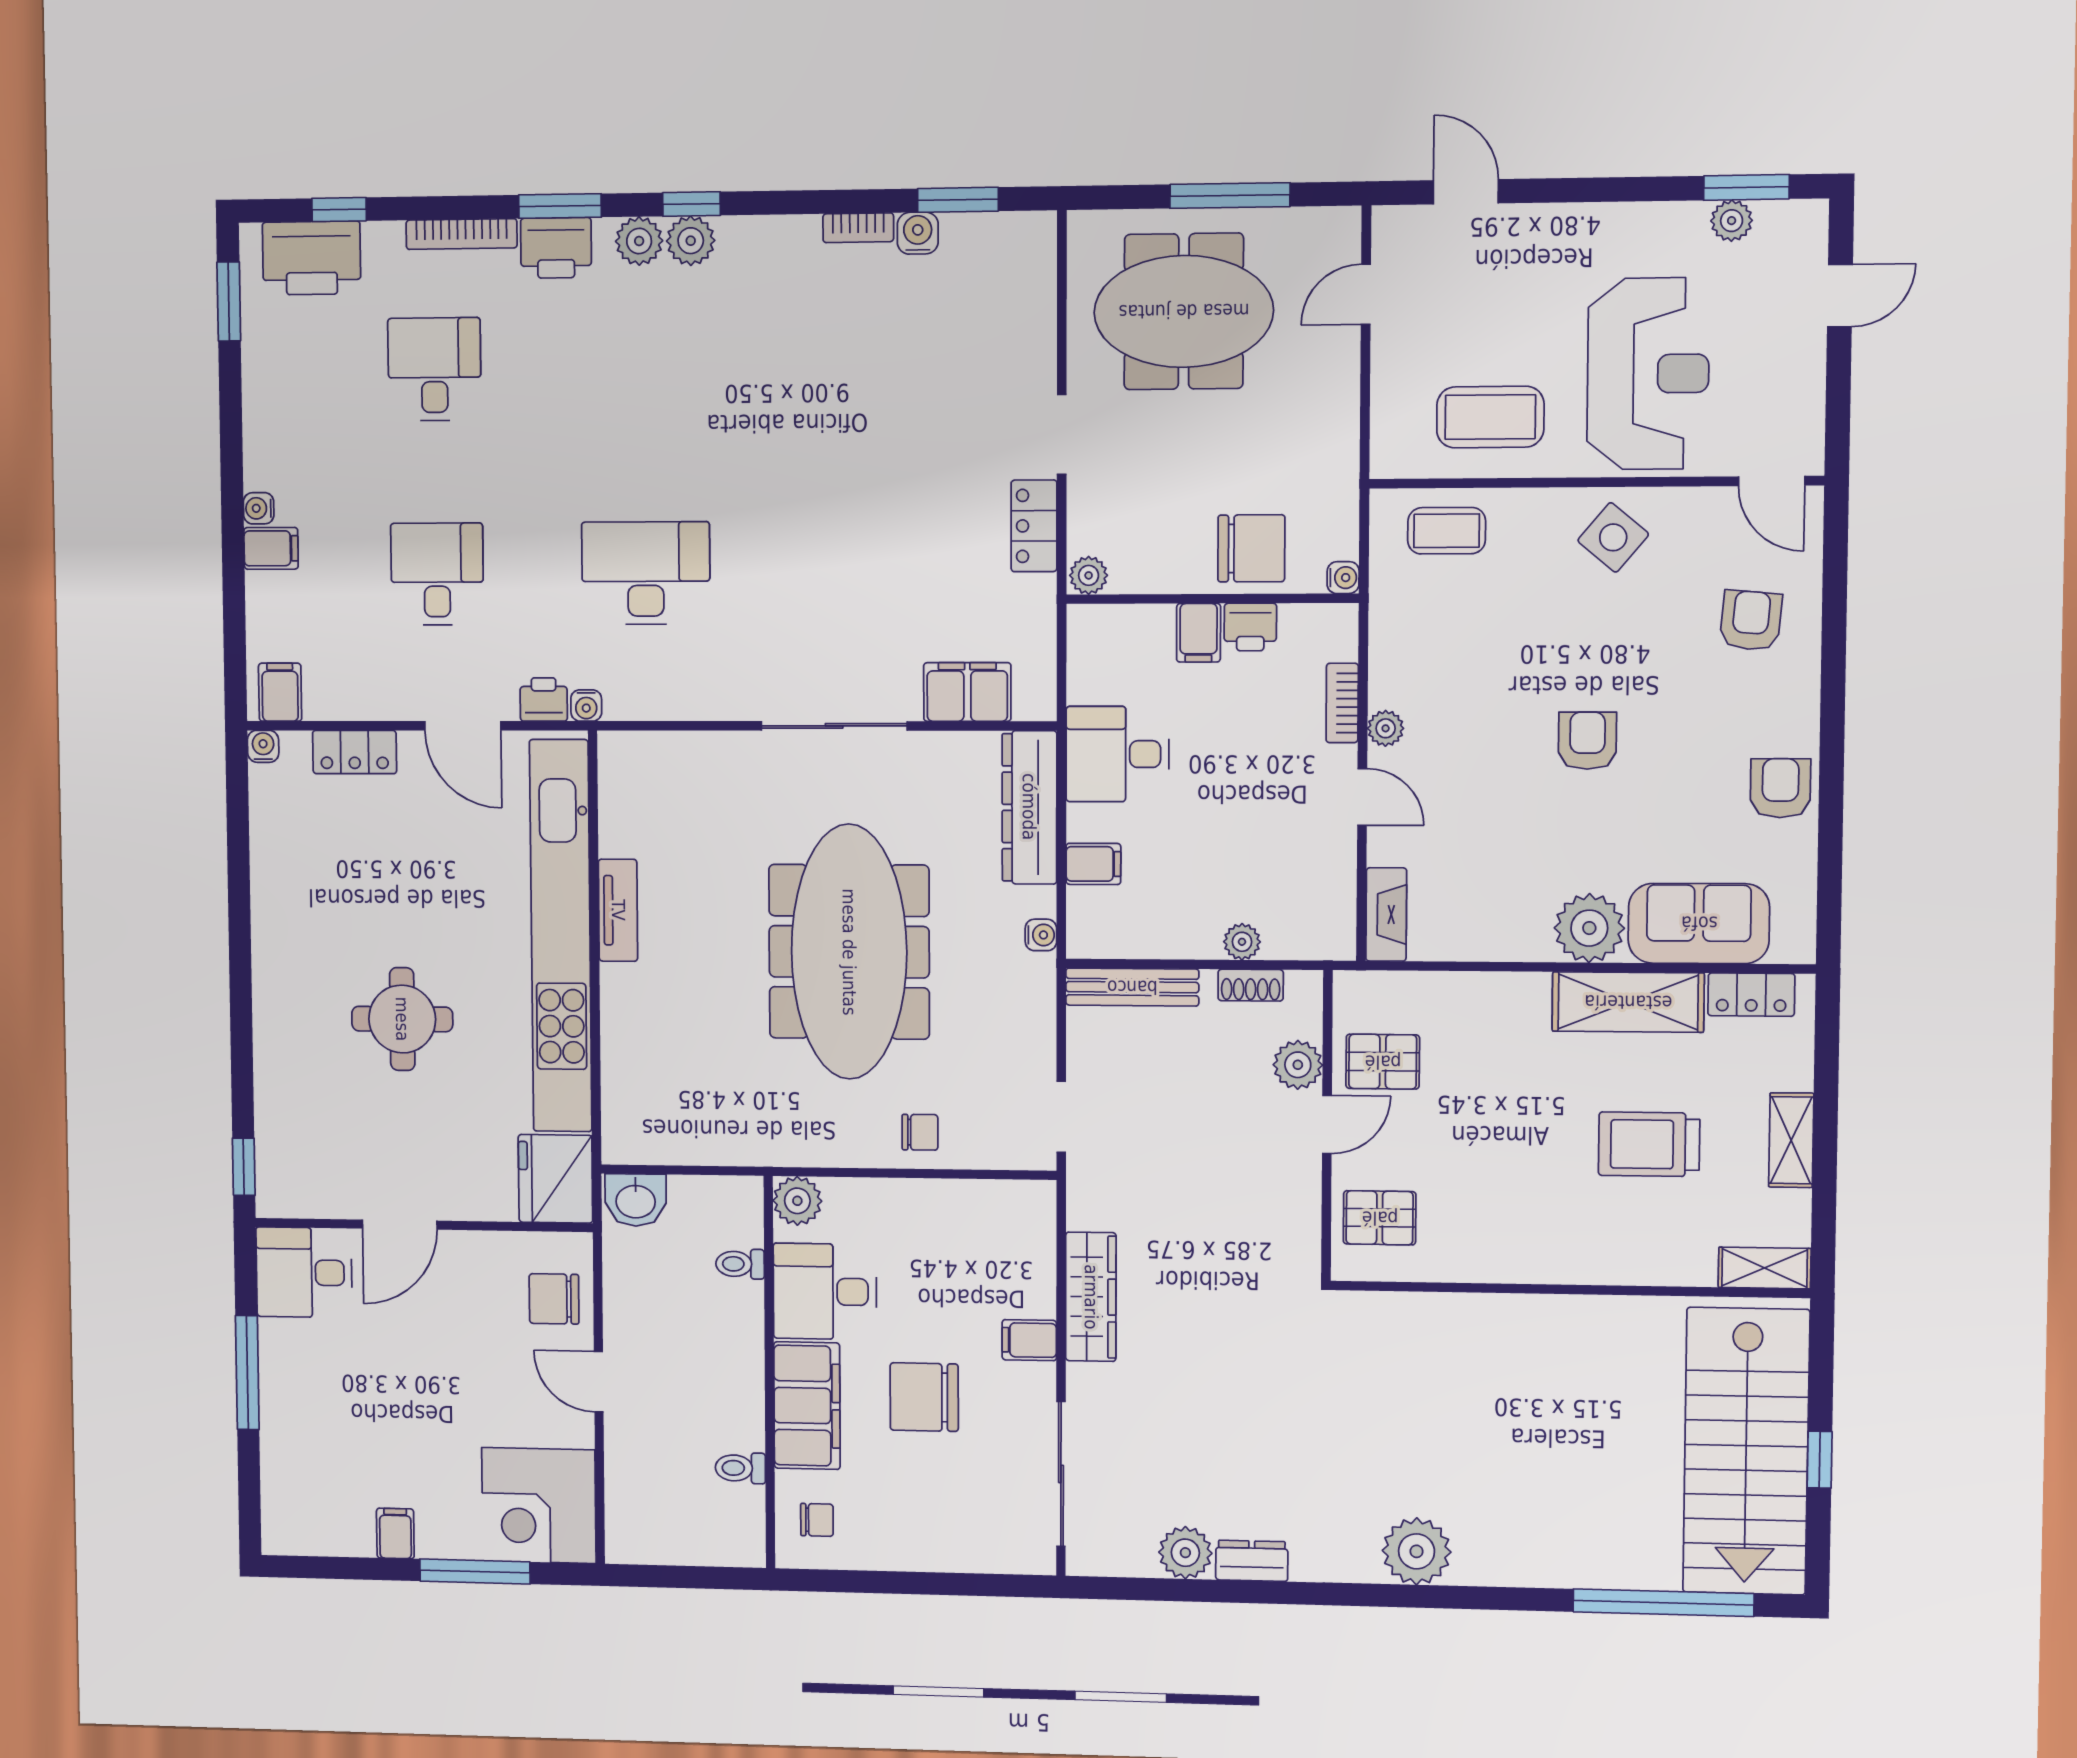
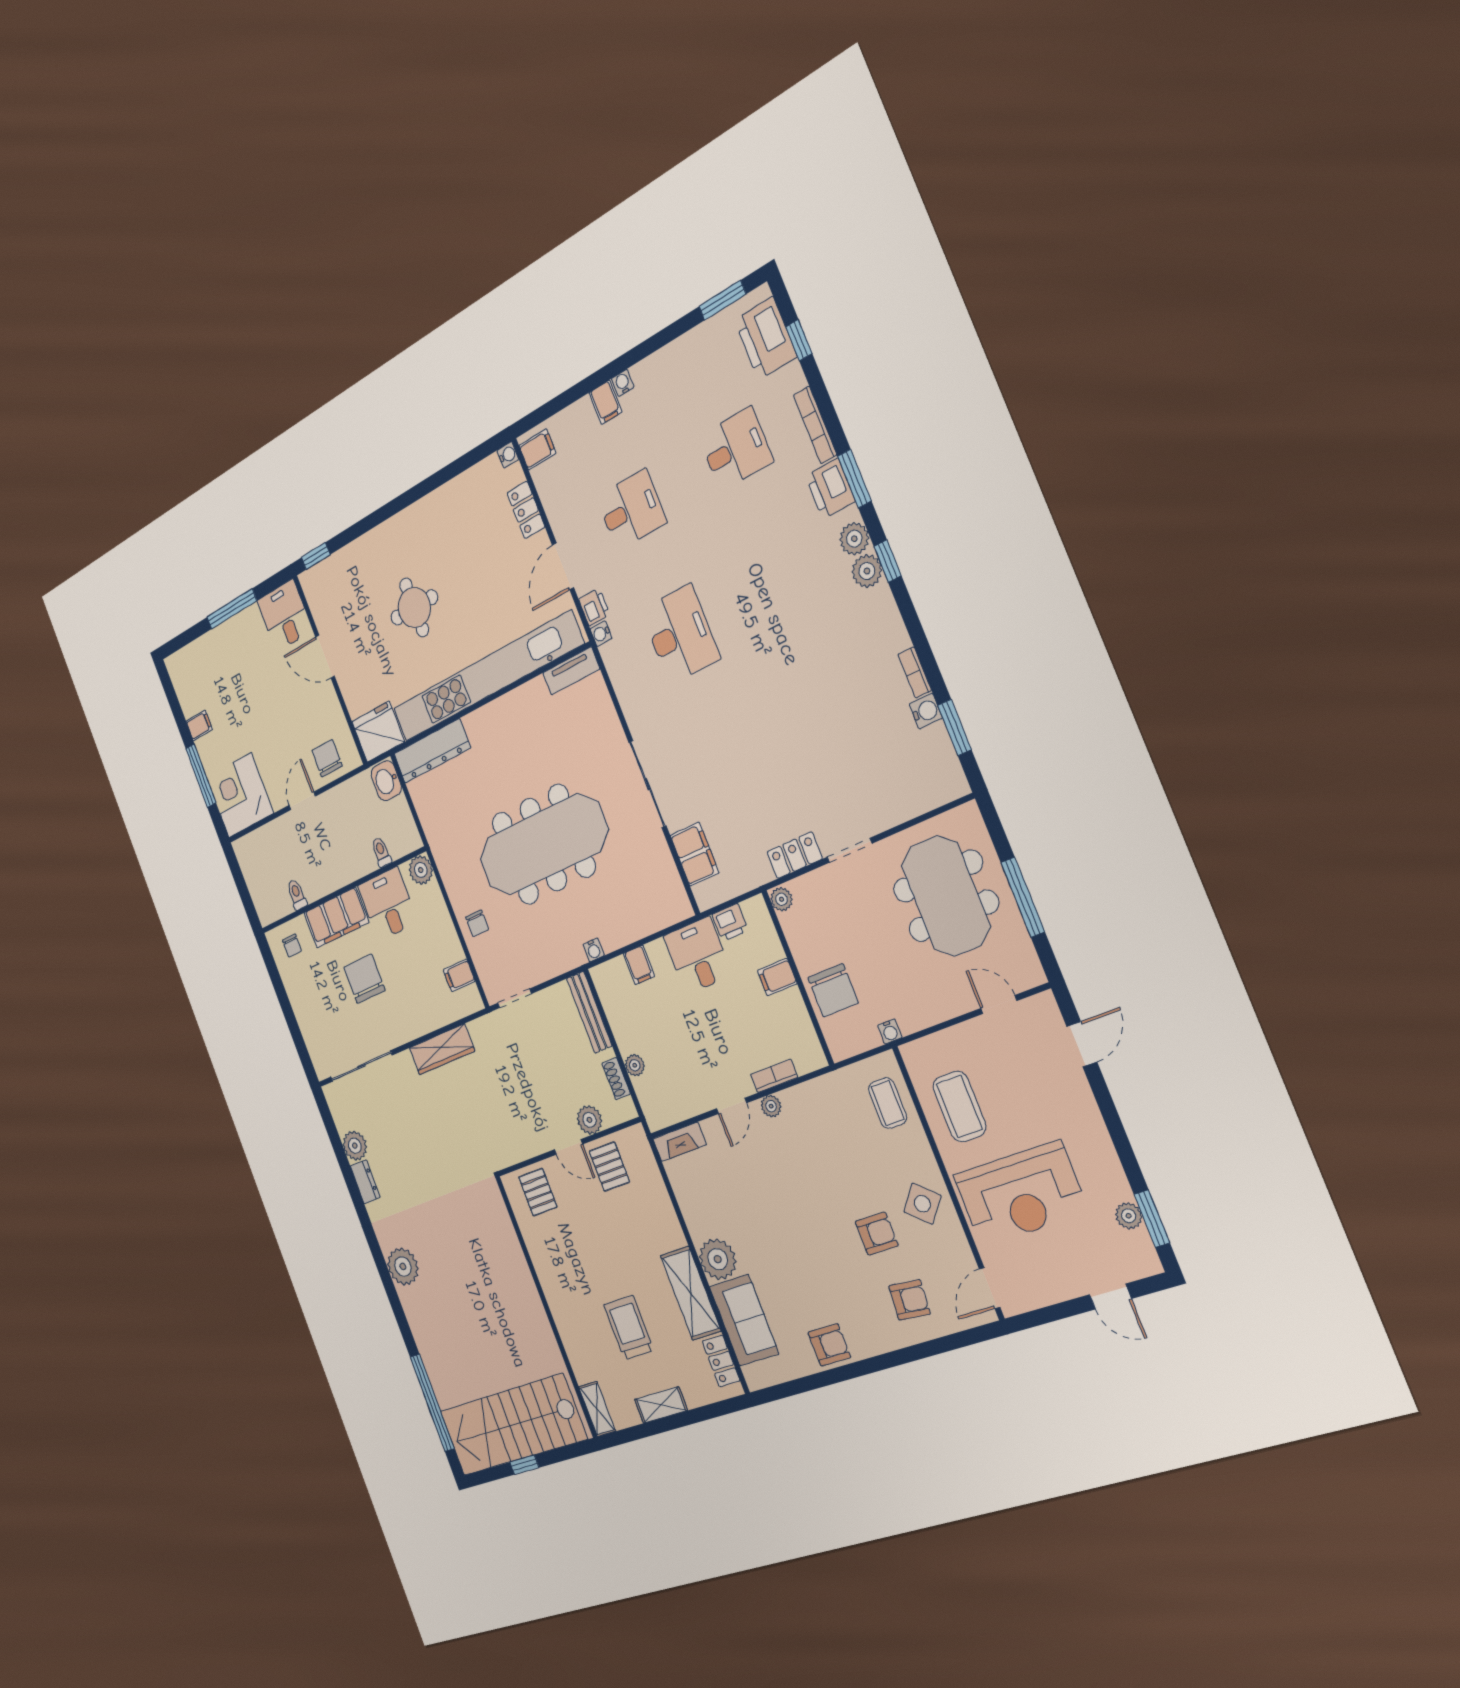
water cooler: (1343, 578) -> (890, 1032), moved
printer: (1250, 627) -> (730, 923), moved, turned -90
armchair: (1587, 741) -> (877, 1234), moved
dresser: (1029, 807) -> (432, 751), moved, turned 180
tv unit: (618, 910) -> (571, 671), moved
filing cabinet: (1029, 1340) -> (459, 975), moved, turned -90

